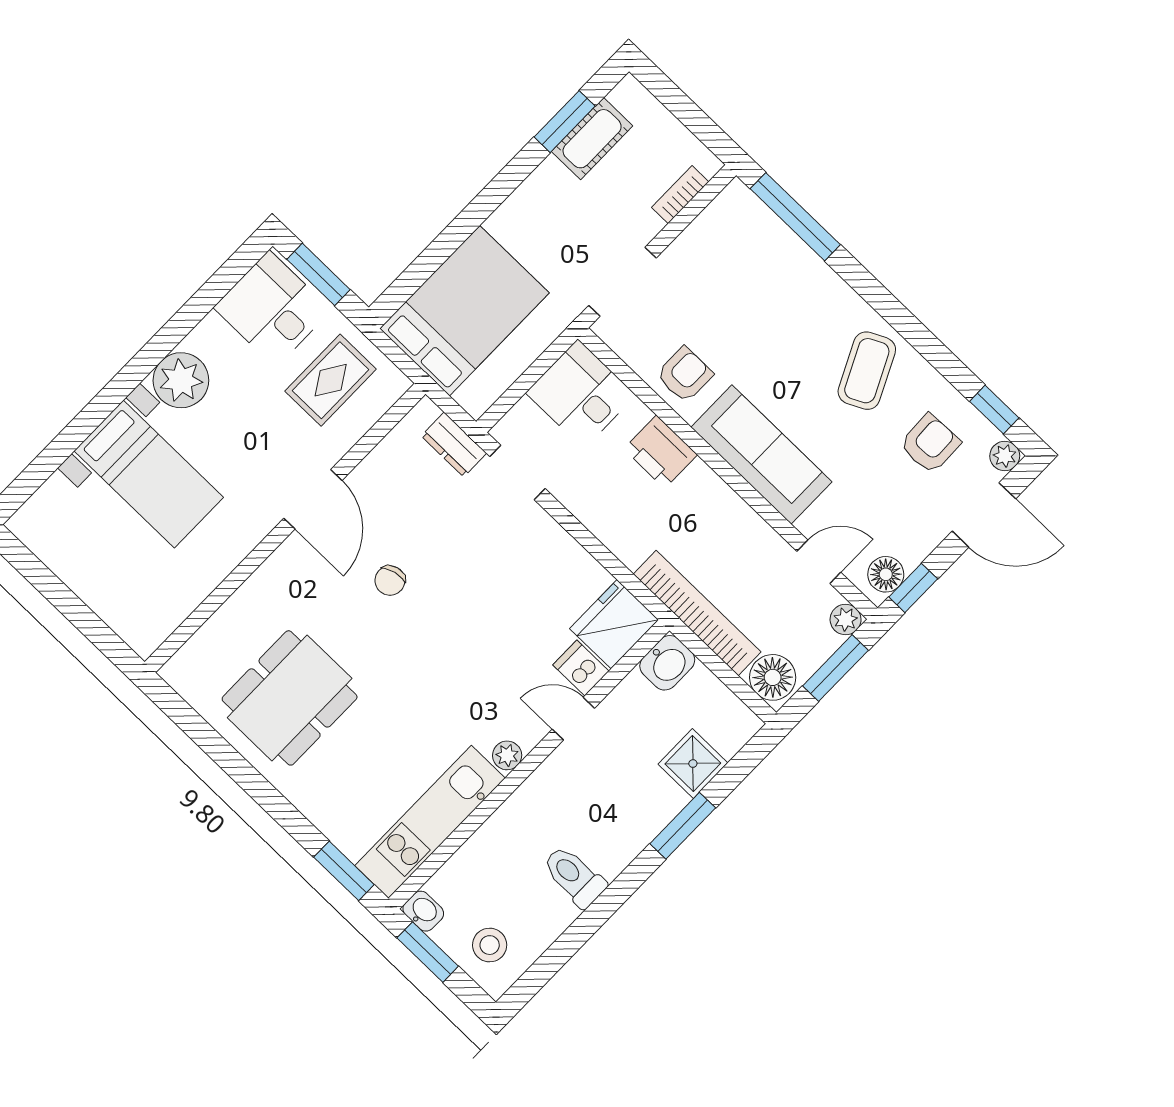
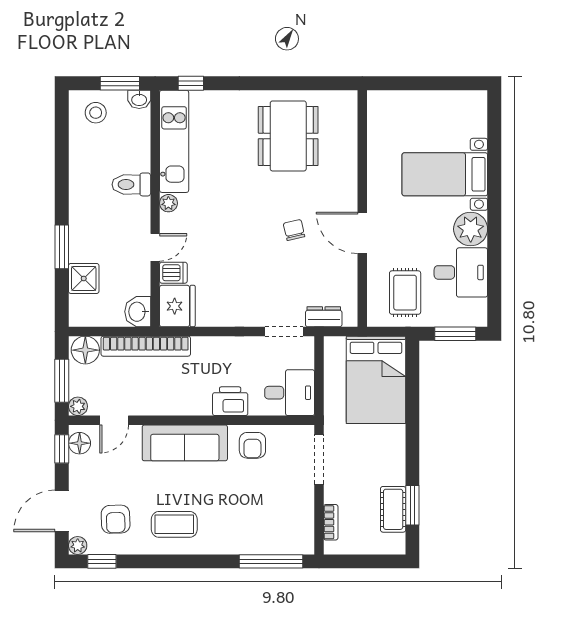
desk: (272, 309) -> (461, 272), moved
coffee table: (867, 371) -> (174, 524), turned -64
window: (344, 871) -> (191, 83), width x0.67
toilet: (574, 876) -> (131, 184), moved, turned 180

